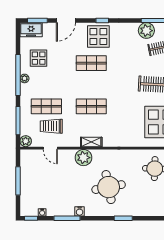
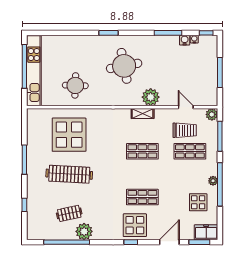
water cooler: (80, 211) -> (185, 40), moved

